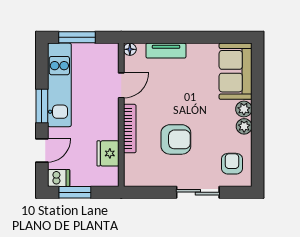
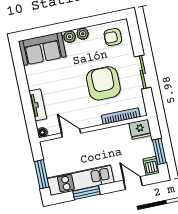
window: (42, 106) -> (86, 193), moved
bookcase: (130, 129) -> (121, 116), moved
armchair: (176, 139) -> (103, 83), width x1.36, depth x1.36
fridge: (108, 153) -> (140, 129), moved
sliding door: (198, 192) -> (143, 72), moved

